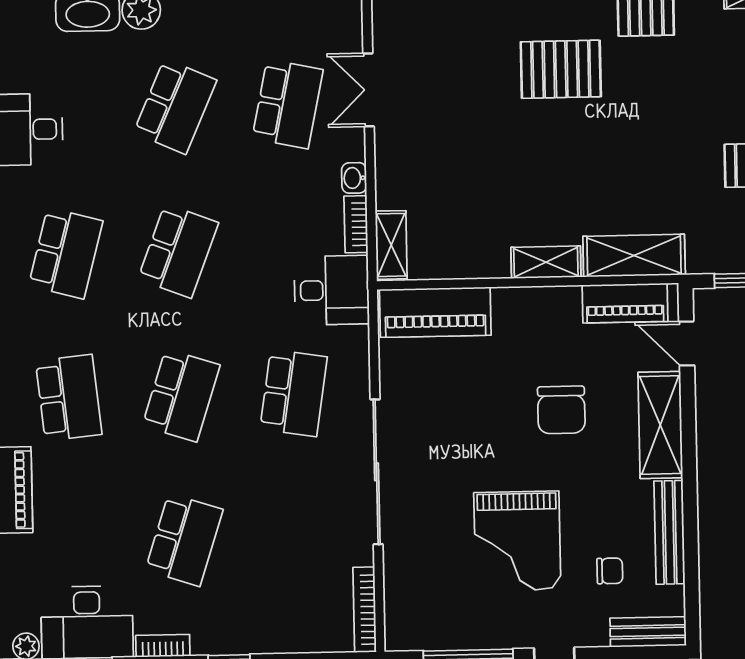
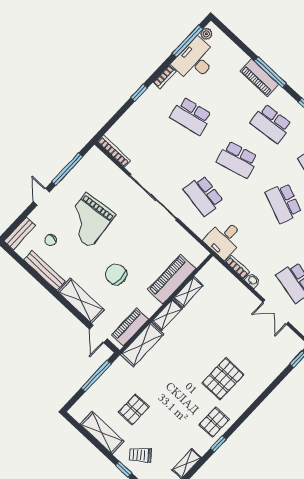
double door: (369, 90) -> (276, 312), swing flipped
shelving: (391, 245) -> (188, 292), moved, turned 90
piano: (435, 312) -> (172, 279), moved
door: (687, 344) -> (98, 334), swing flipped
school desk: (181, 395) -> (237, 160), turned -33
school desk: (184, 540) -> (191, 116), turned -30
grand piano: (517, 541) -> (88, 220), turned -96

